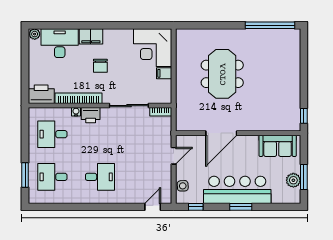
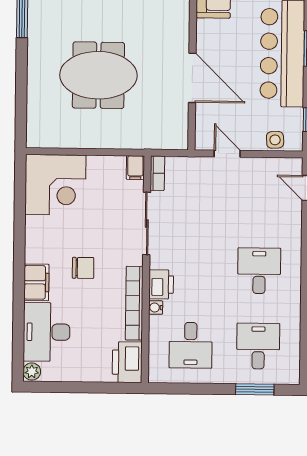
filing cabinet: (164, 73) -> (135, 168), moved
desk: (52, 177) -> (258, 346), turned 180

